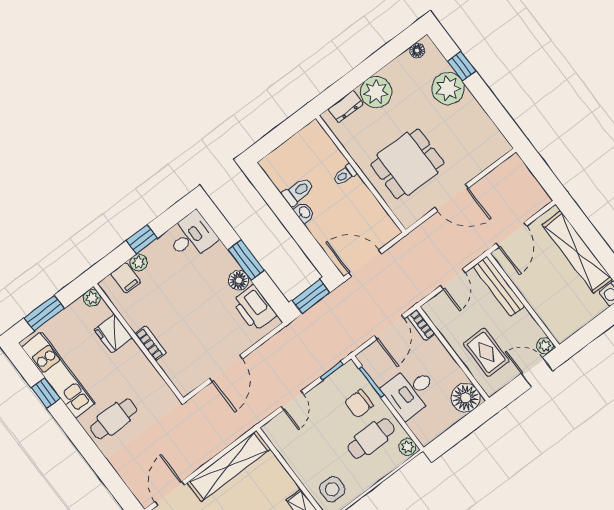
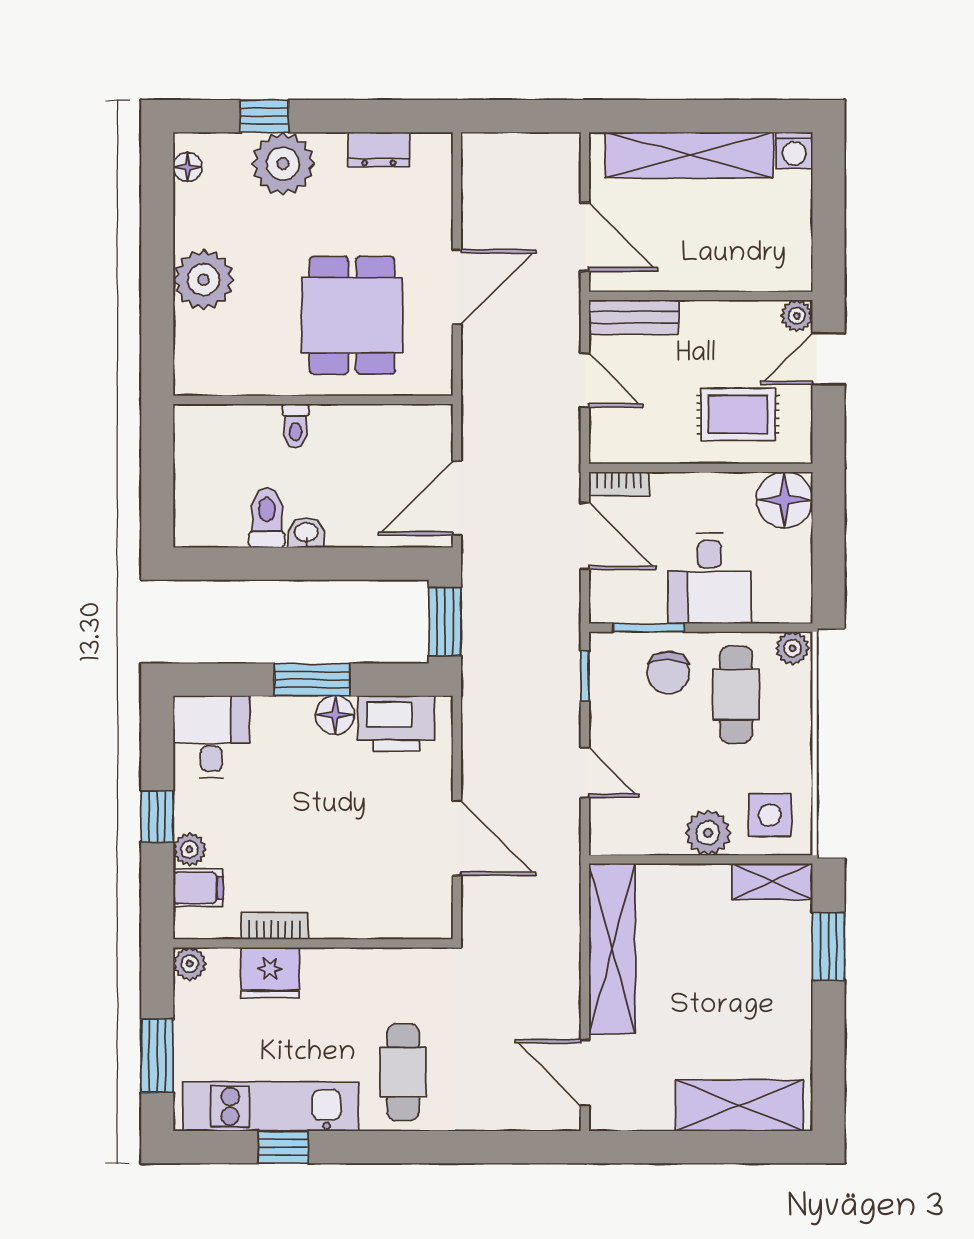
dresser: (346, 107) -> (379, 149), moved, turned 90
bench: (499, 286) -> (634, 317), width x0.73
bookcase: (151, 343) -> (275, 926), moved
plant: (306, 469) -> (708, 833), added

